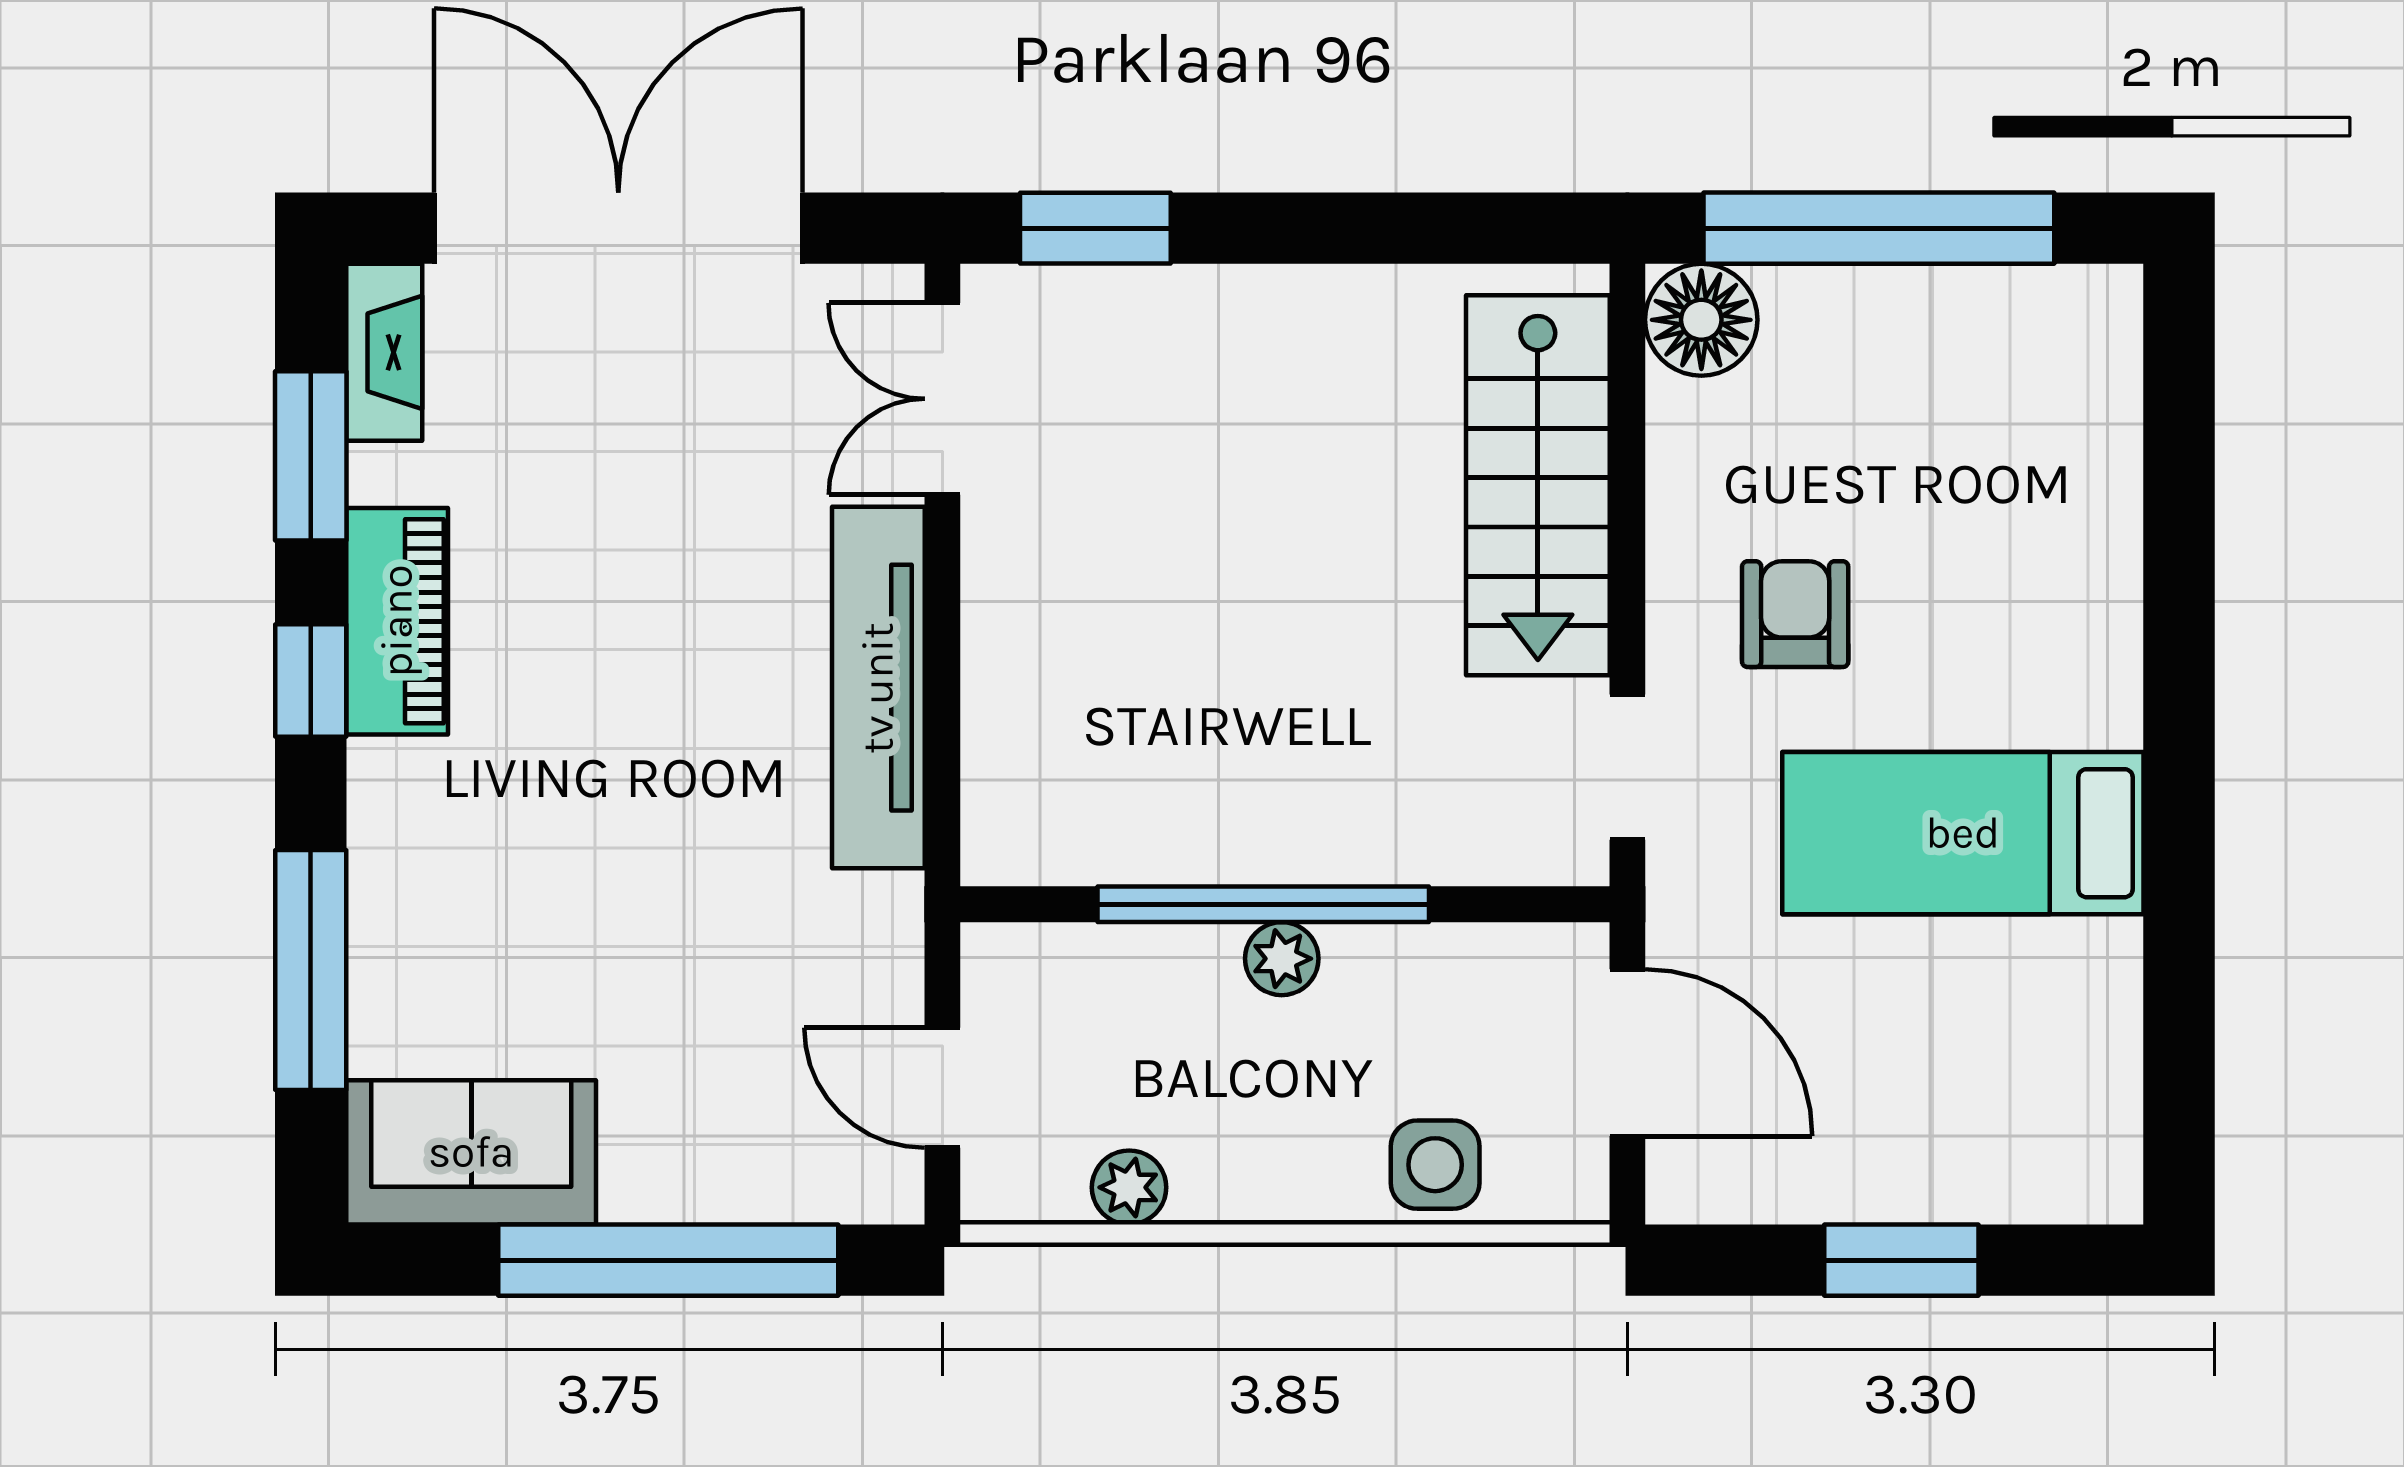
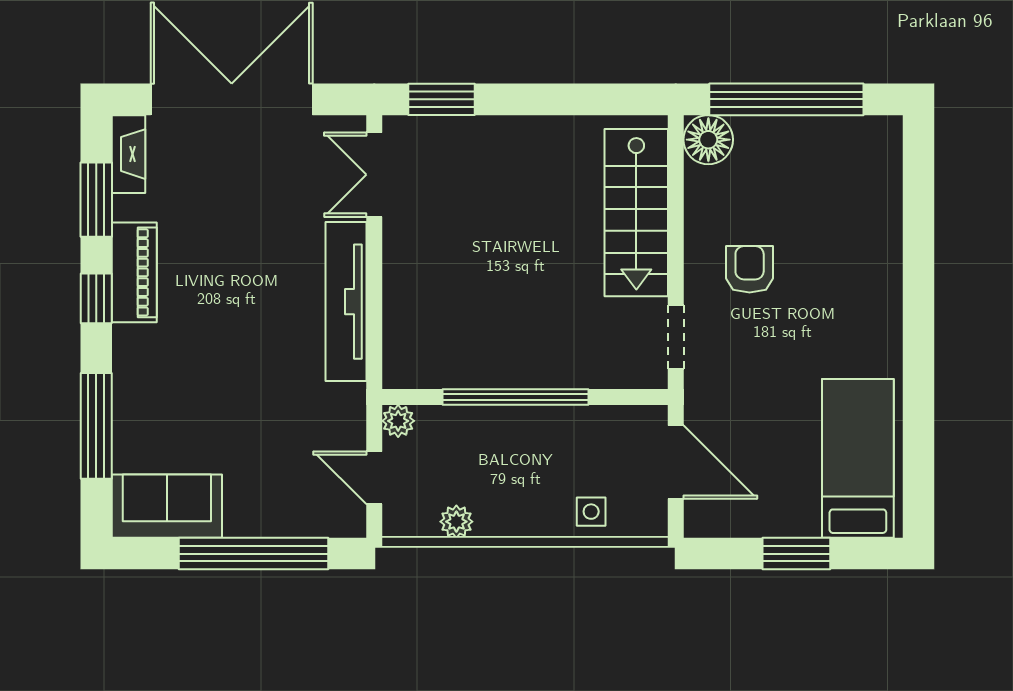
bed: (1963, 833) -> (858, 458), moved, turned 90
plant: (1282, 959) -> (398, 421), moved
side table: (1435, 1165) -> (591, 512), width x0.73, depth x0.73

